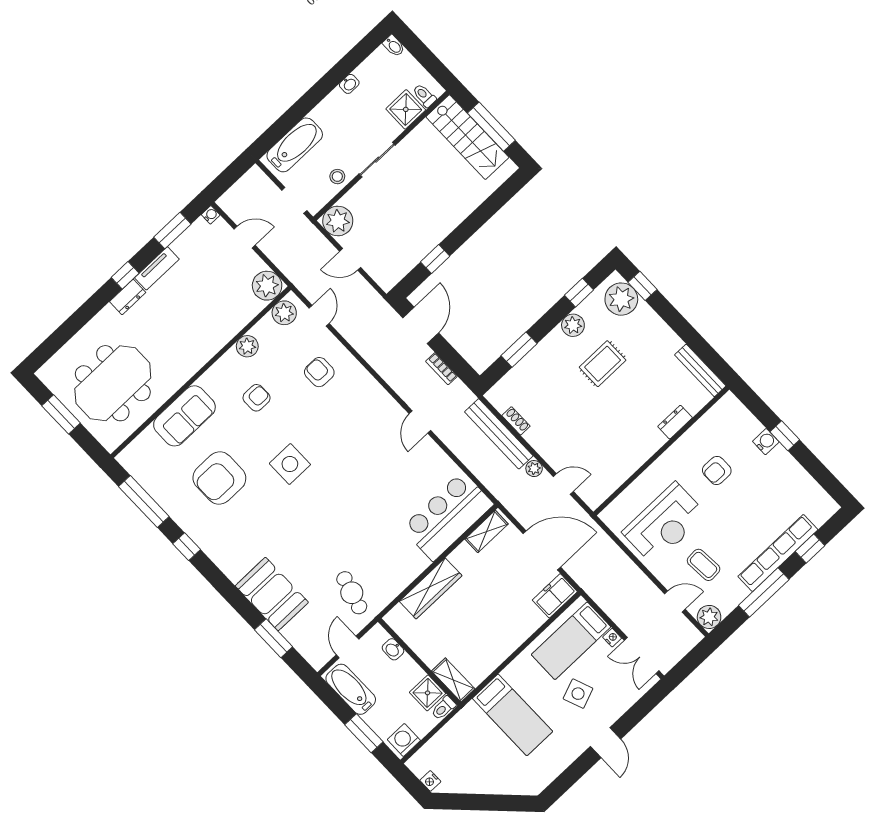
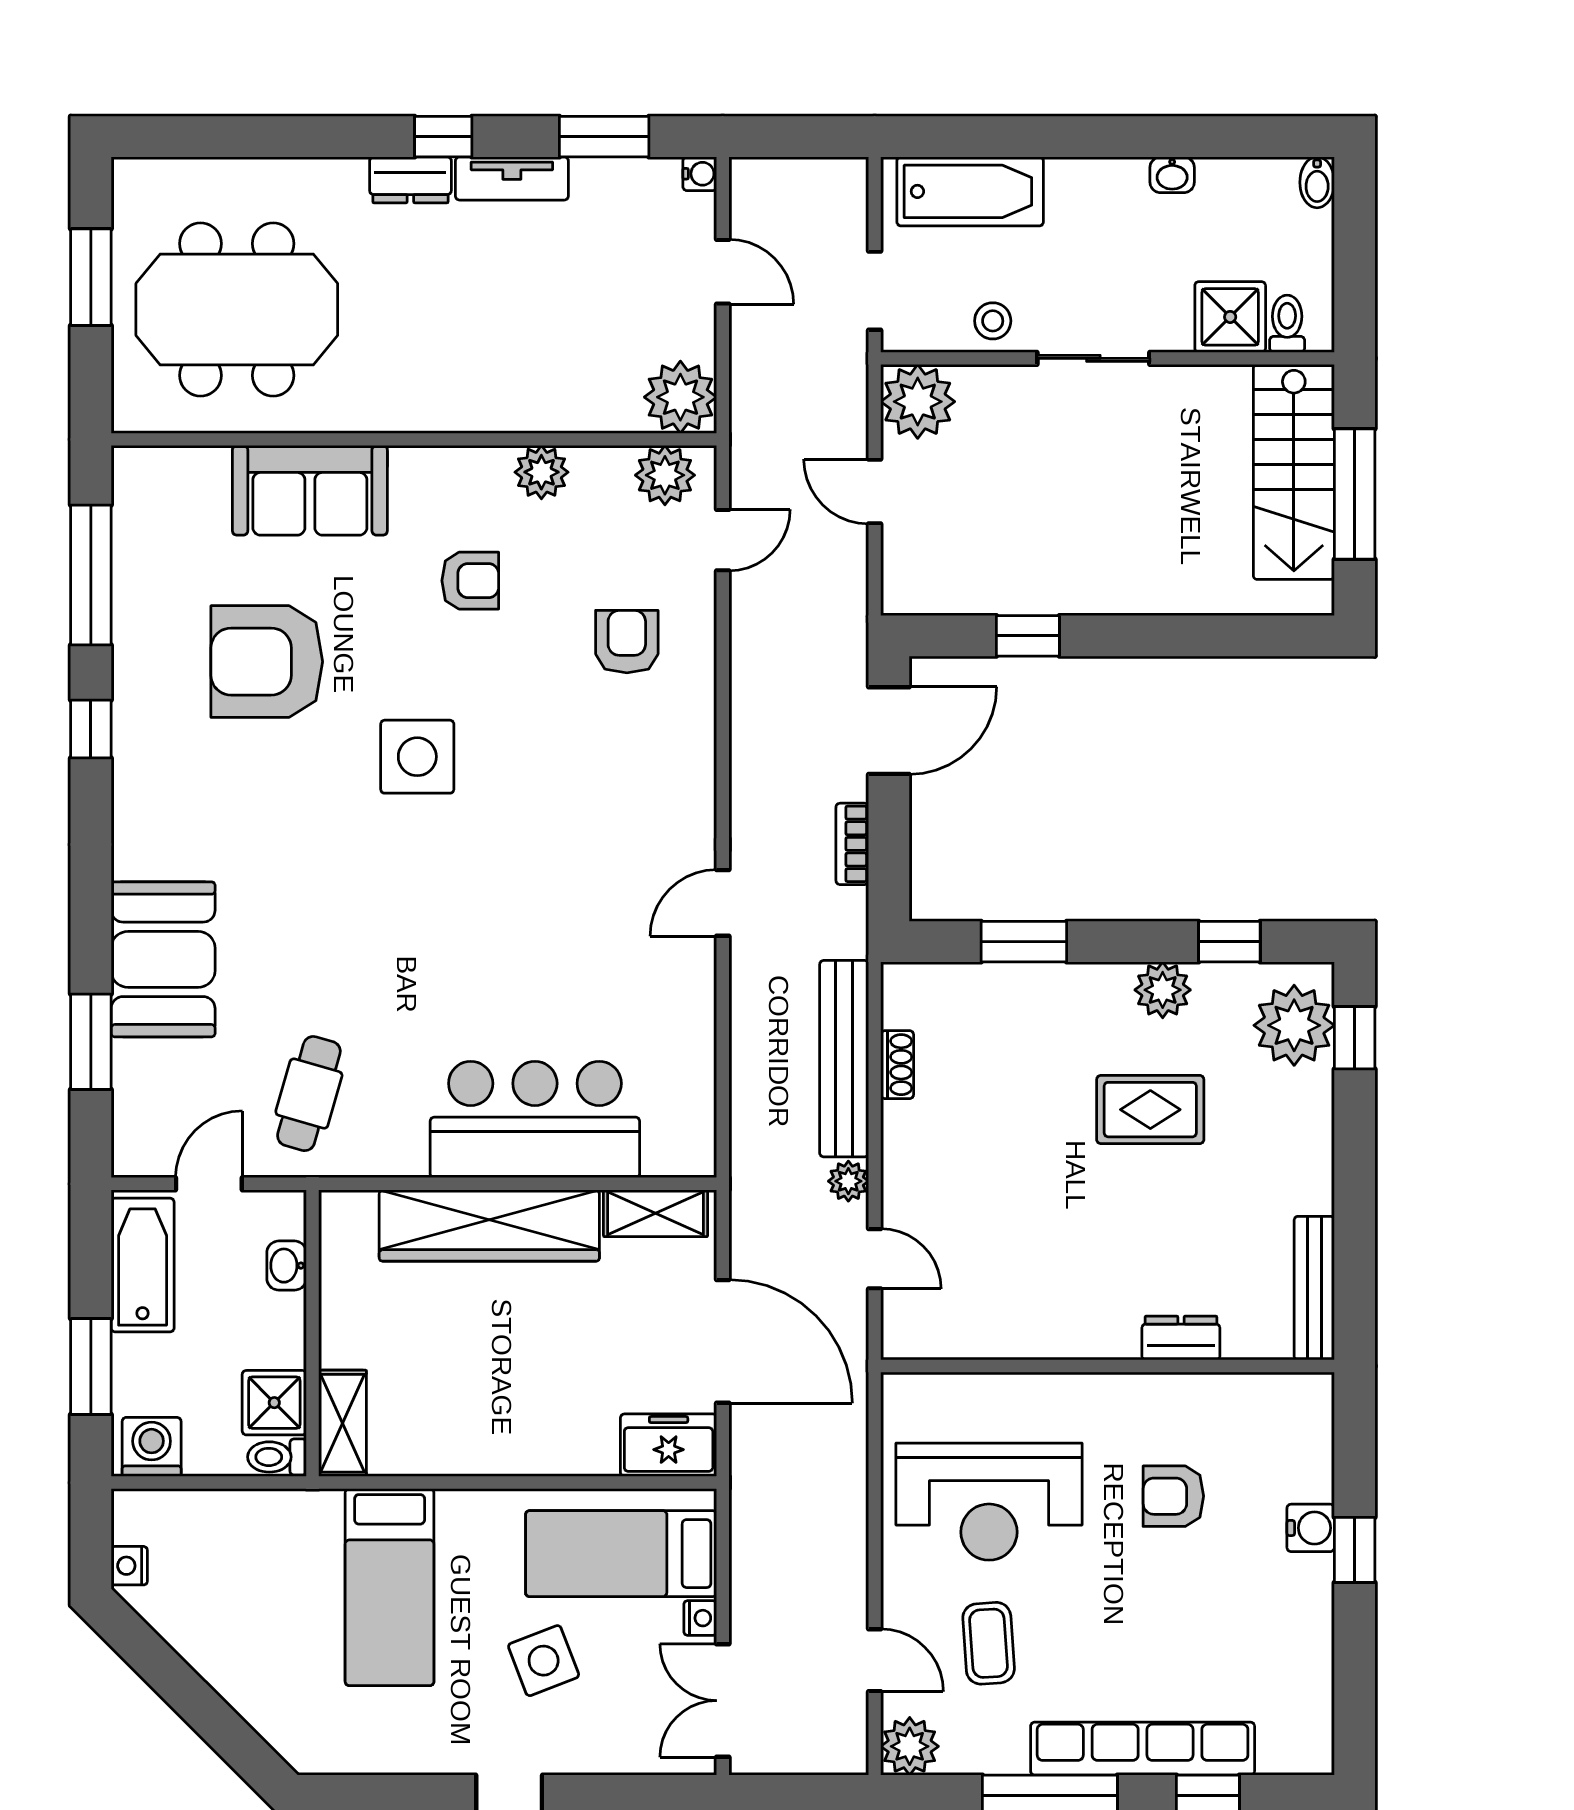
bar counter: (448, 516) -> (535, 1120), moved
wardrobe: (431, 588) -> (489, 1226), width x1.40, depth x1.17

